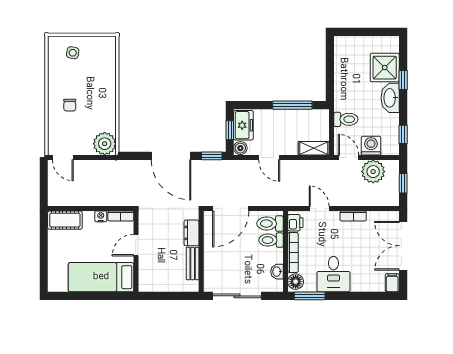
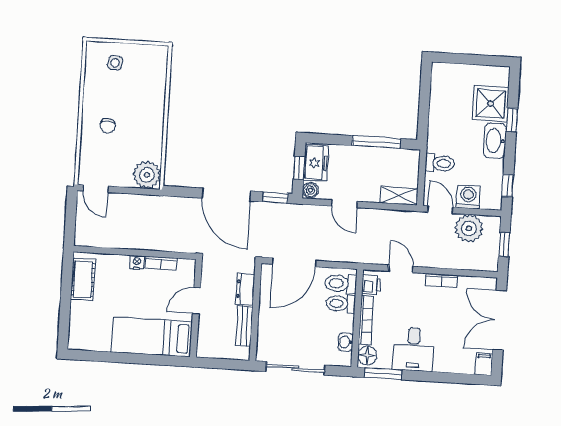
cot: (65, 220) -> (83, 279), moved, turned 90
door: (136, 245) -> (196, 301), moved
wall: (136, 251) -> (196, 308), moved
bed: (101, 277) -> (152, 337), moved

